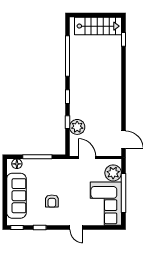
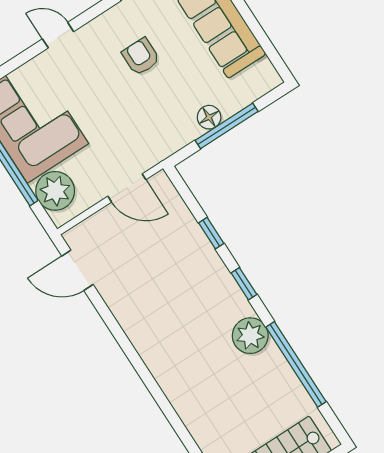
plant: (77, 127) -> (250, 336), moved
floor lamp: (17, 164) -> (209, 117), moved

